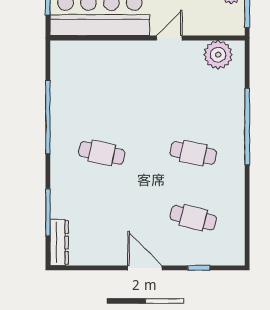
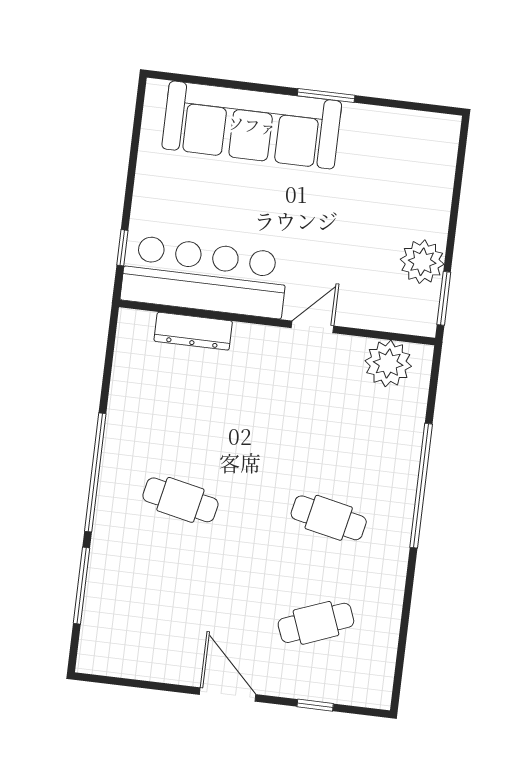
window: (48, 117) -> (95, 472), moved
cafe table: (193, 218) -> (316, 623), turned -36
dresser: (59, 242) -> (193, 331), moved, turned 90

